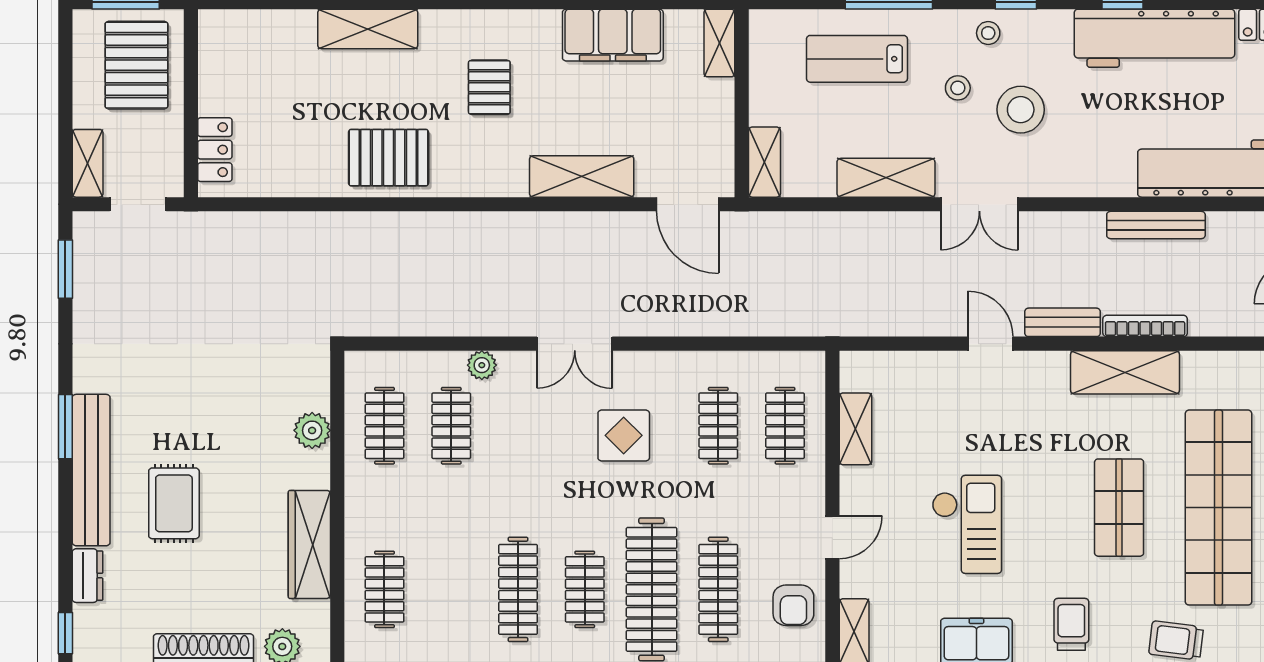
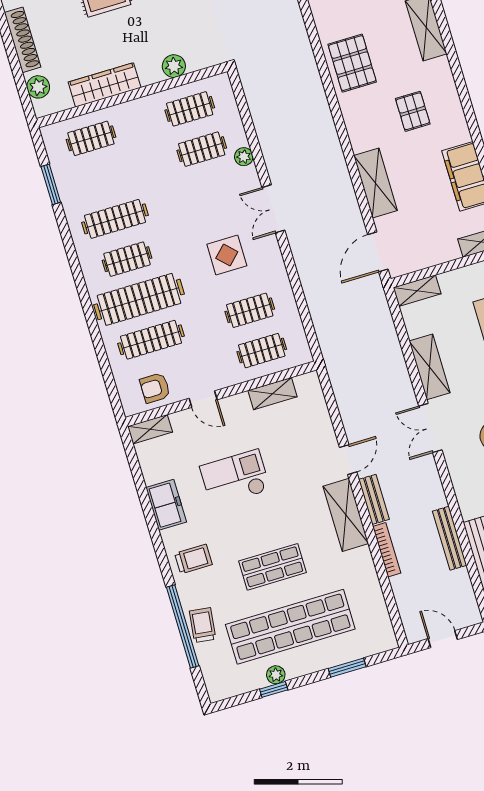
pallet: (489, 87) -> (413, 111), turned 90
shelving: (1125, 372) -> (346, 515), moved
checkout: (967, 524) -> (235, 478), turned 180

